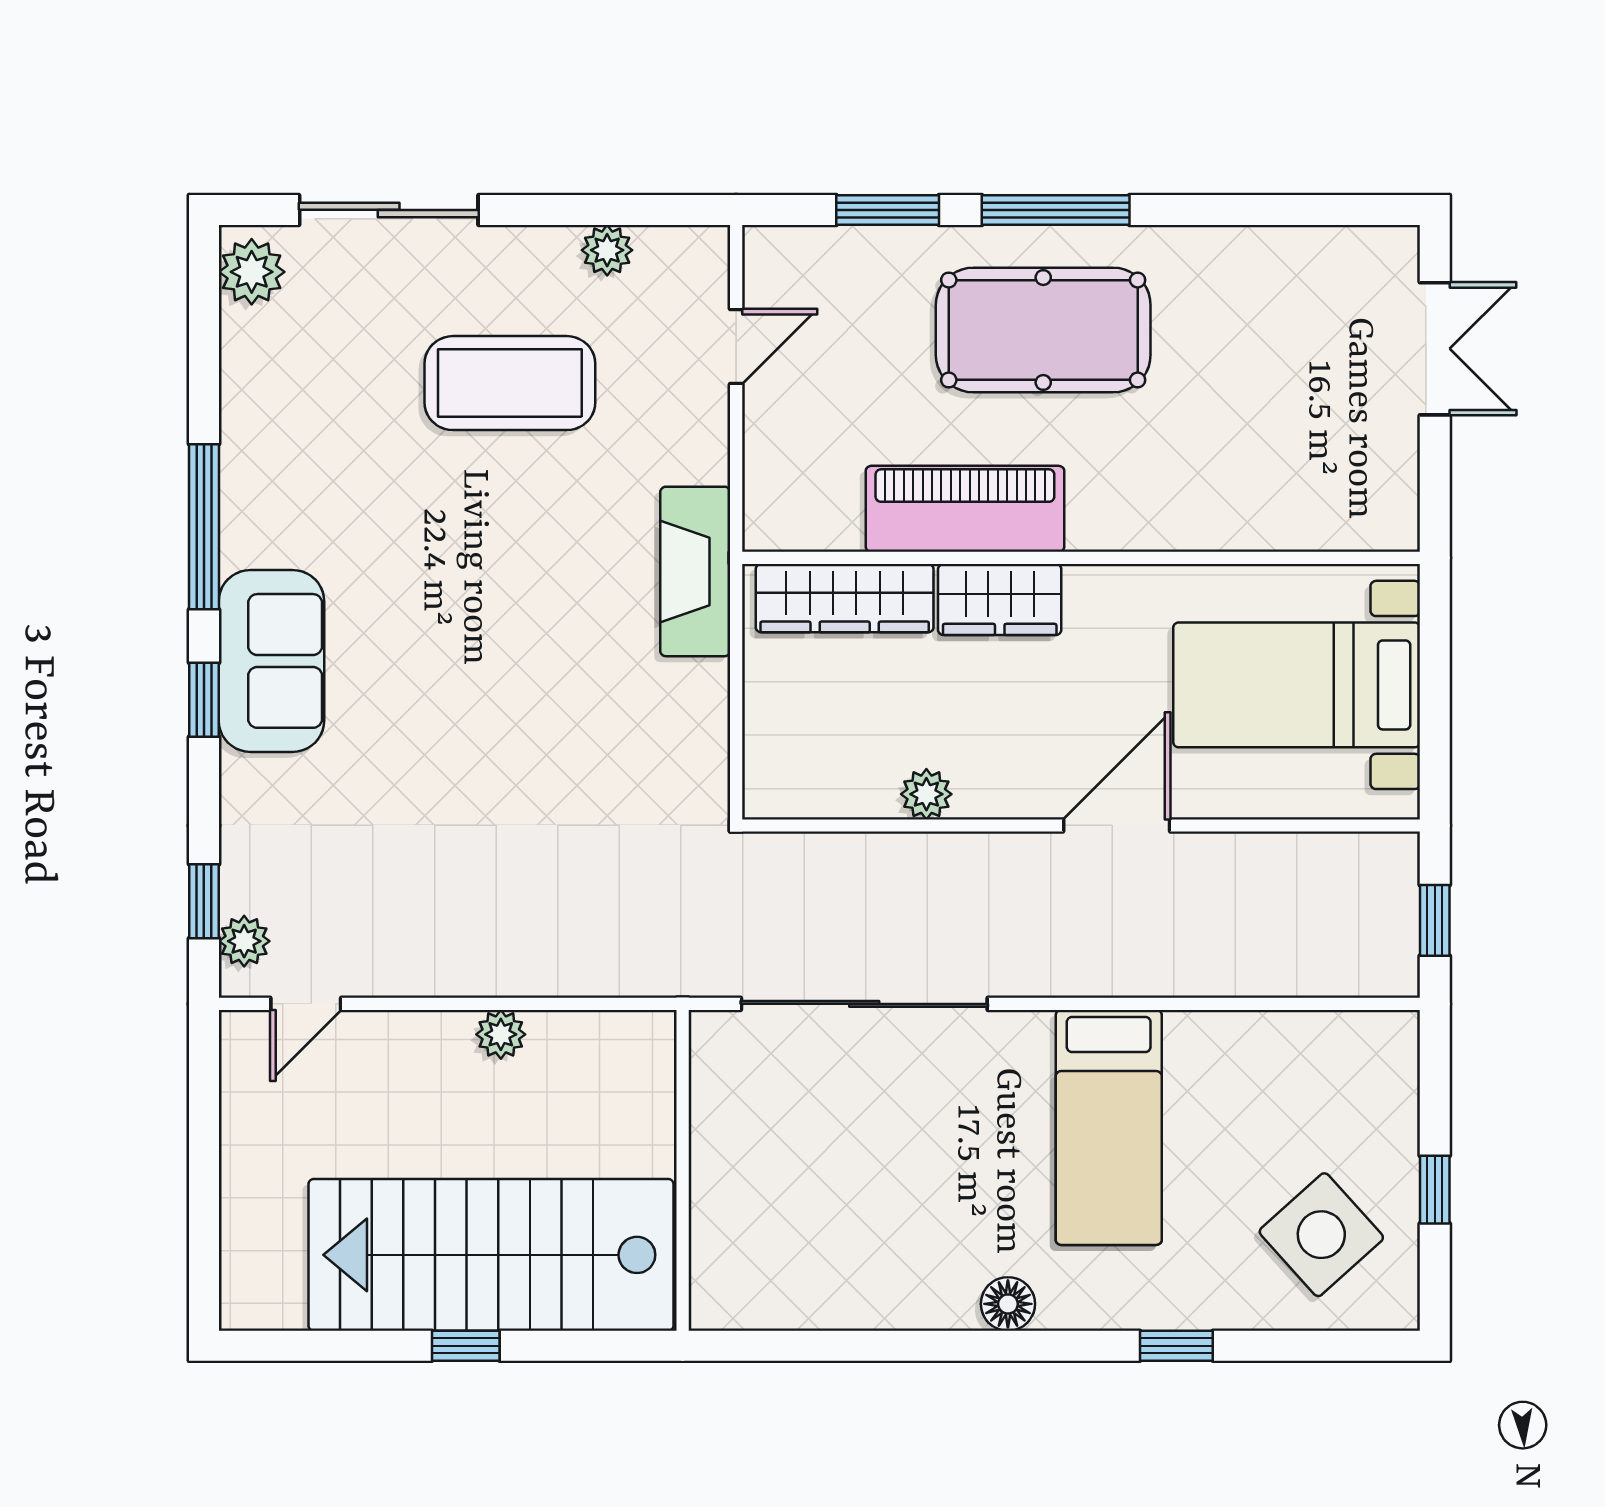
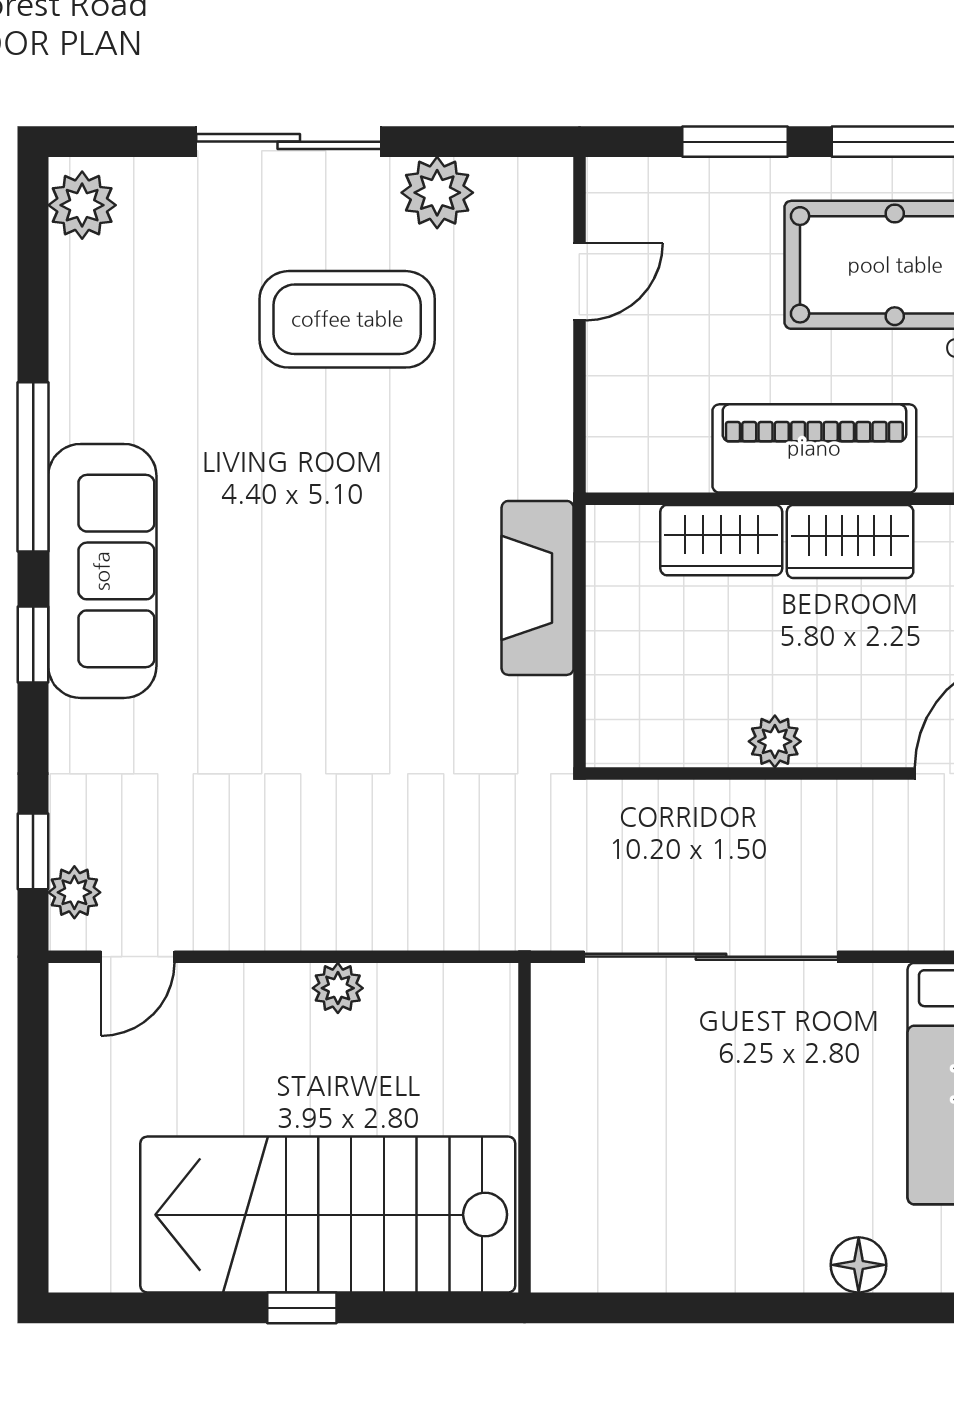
sliding door: (389, 210) -> (289, 142), moved
plant: (607, 250) -> (437, 193), width x1.38, depth x1.38
fireplace: (695, 571) -> (538, 588), moved
wardrobe: (845, 598) -> (721, 540), width x0.67
sofa: (271, 661) -> (102, 571), width x1.36

